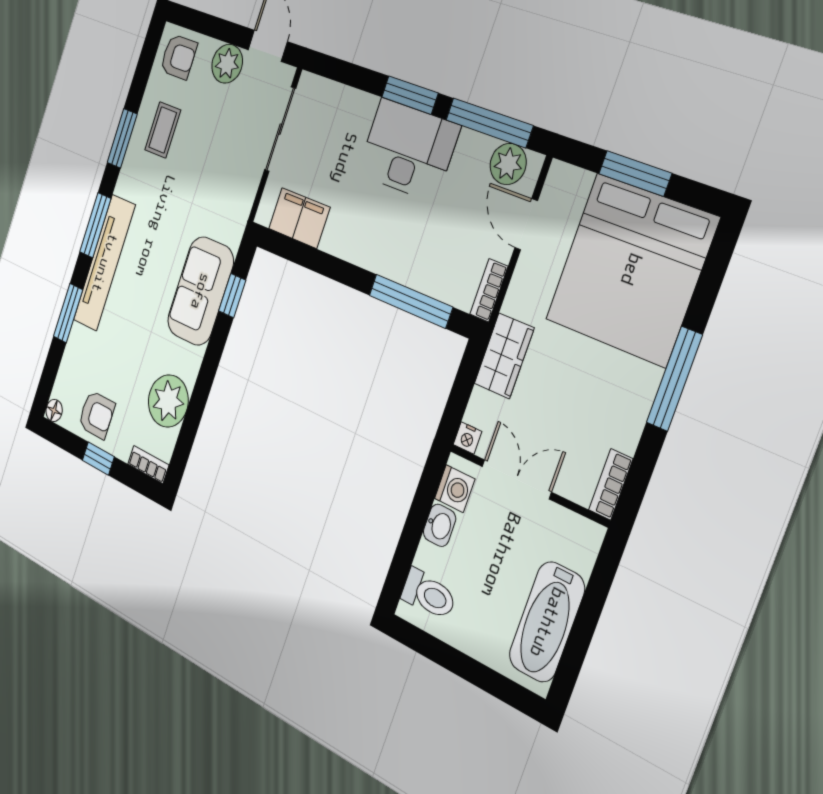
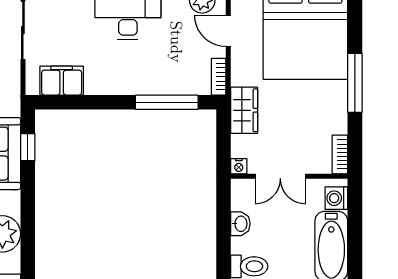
double door: (516, 479) -> (280, 176), swing flipped
washing machine: (455, 489) -> (336, 198), moved, turned 180

